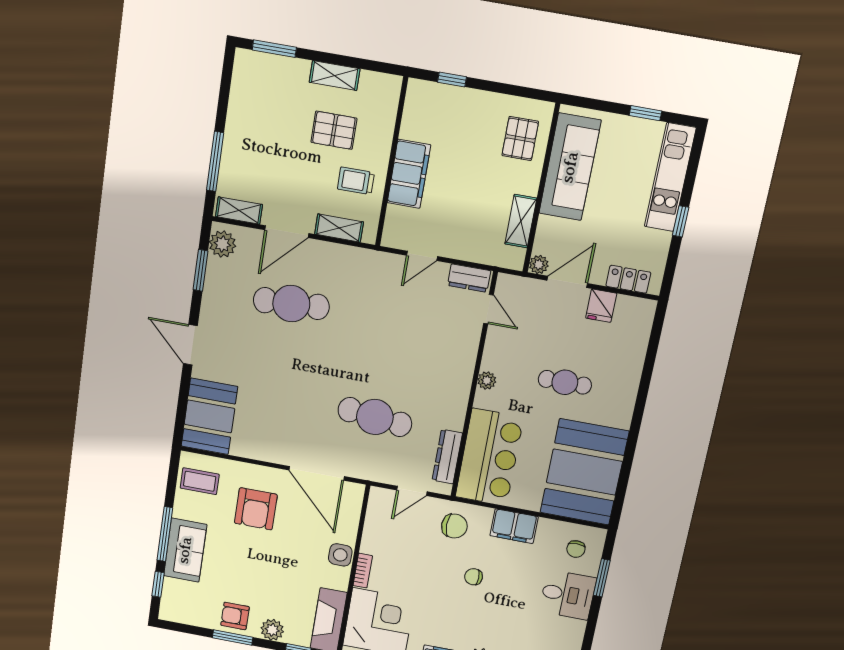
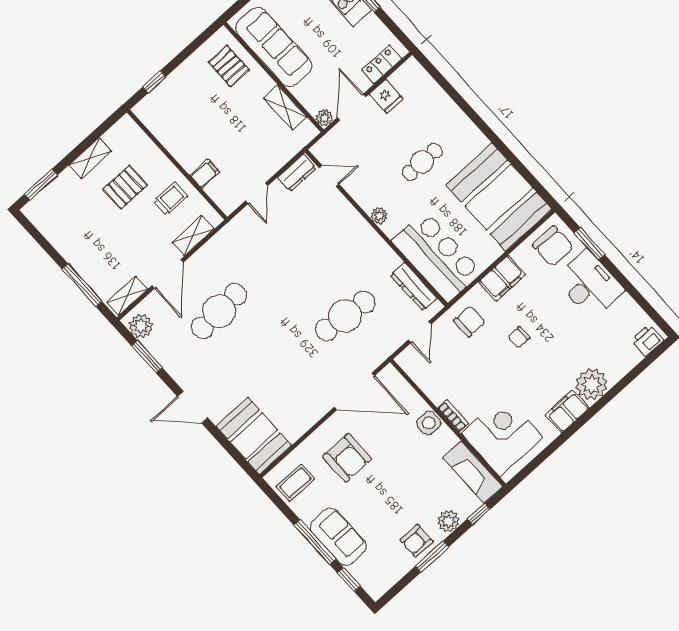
filing cabinet: (409, 174) -> (205, 174), width x0.33, depth x0.86
trolley: (356, 181) -> (170, 199), turned 180
chair: (576, 549) -> (553, 246), width x1.87, depth x1.87
desk: (568, 595) -> (590, 284), width x1.37

